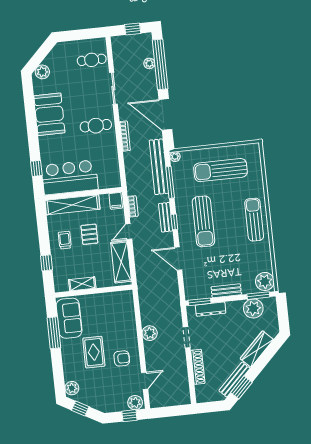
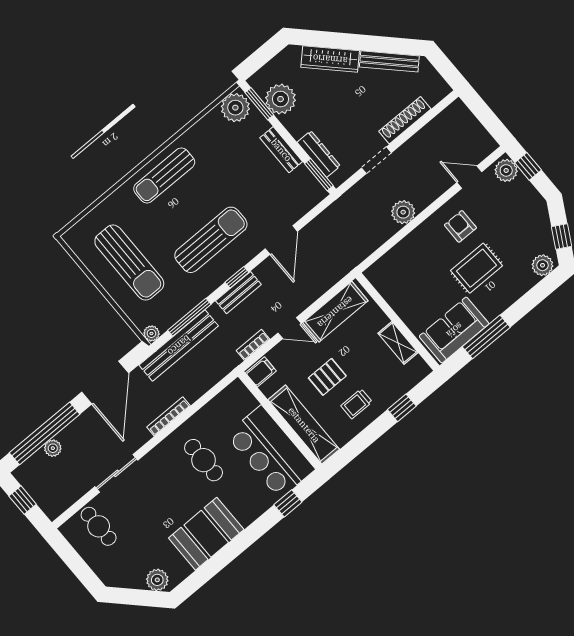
cafe table: (96, 126) -> (204, 460), moved
window: (241, 387) -> (394, 45), removed

